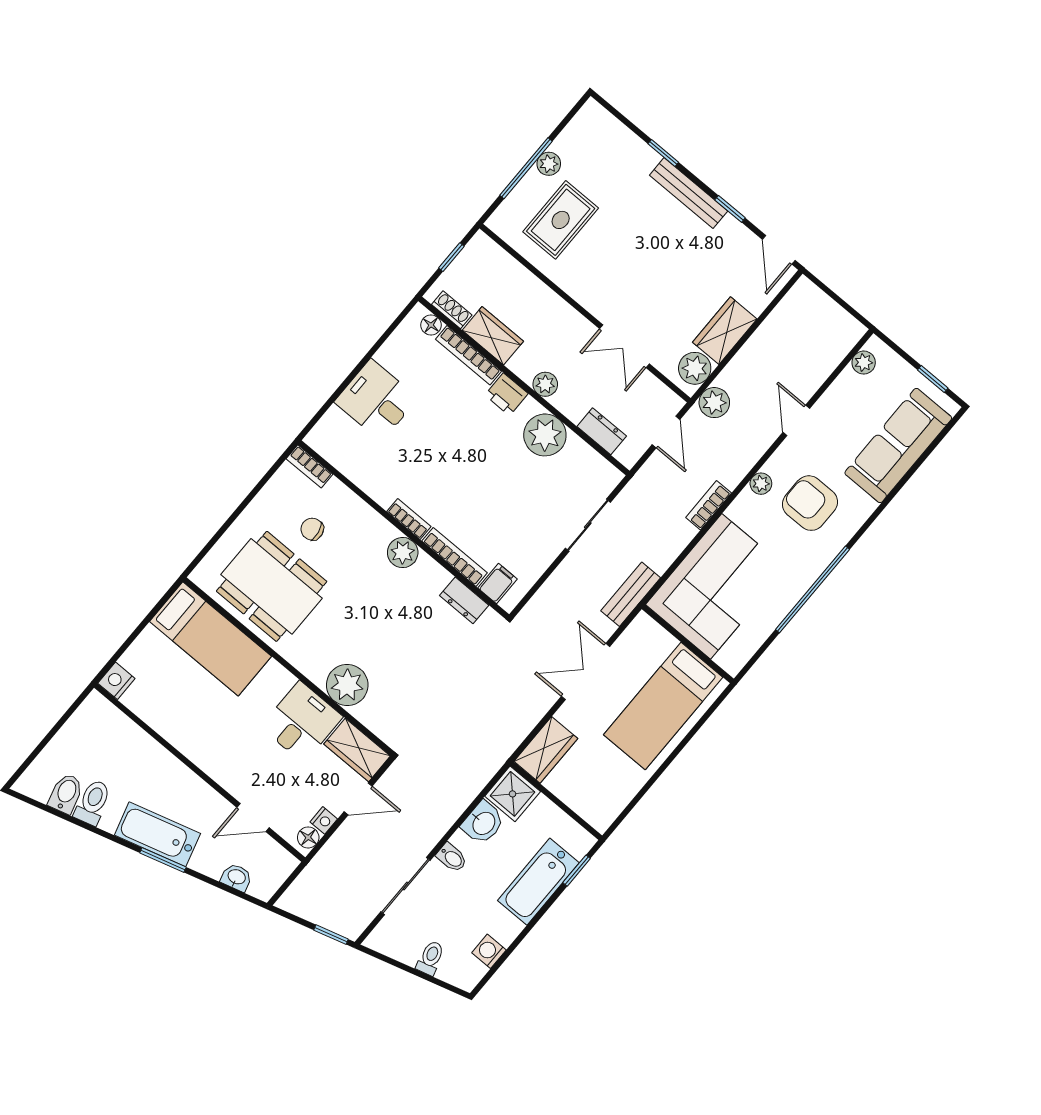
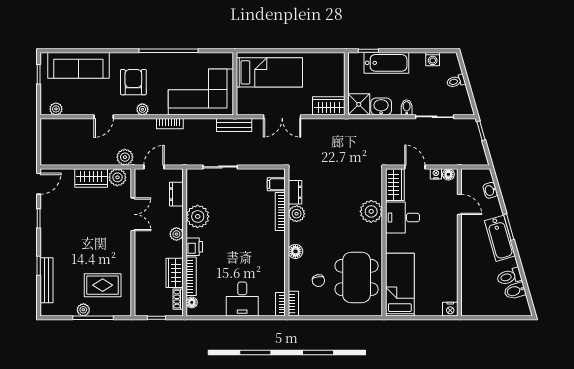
bench: (689, 193) -> (47, 280), moved
armchair: (810, 503) -> (133, 82), turned 180
bookcase: (409, 519) -> (280, 304), moved
floor lamp: (380, 531) -> (295, 251), added
plant: (403, 553) -> (297, 214), moved

